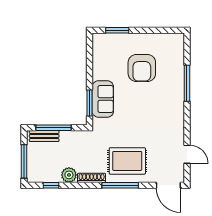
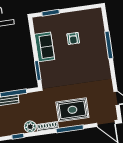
armchair: (142, 68) -> (73, 38), width x0.53, depth x0.53
sofa: (103, 99) -> (44, 47), moved

